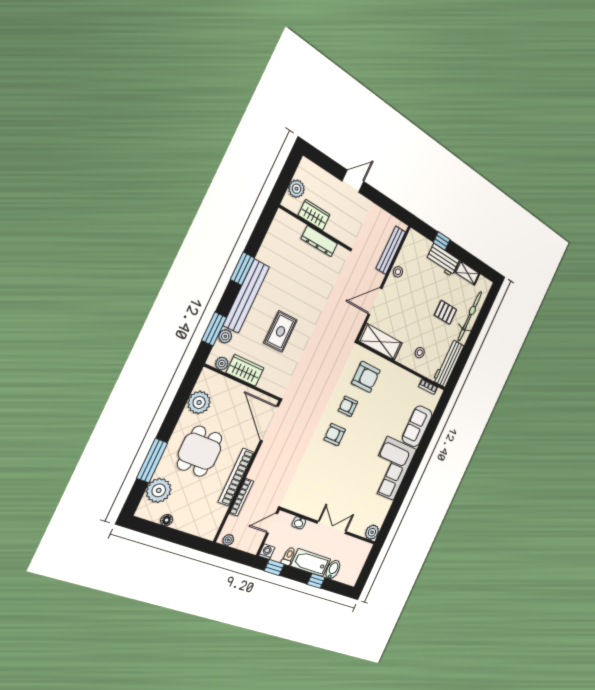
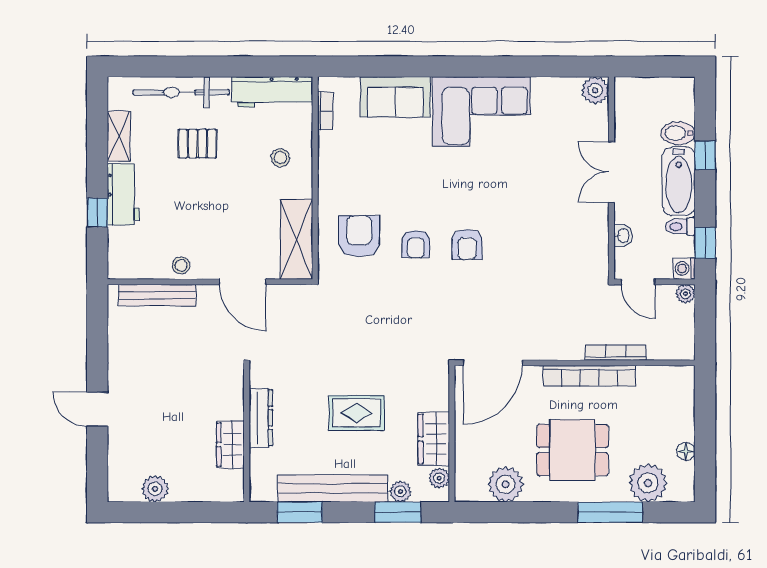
wardrobe: (314, 215) -> (230, 445), moved
wall: (315, 228) -> (247, 434), moved
dresser: (319, 241) -> (261, 418), moved
pallet: (446, 312) -> (198, 144), turned 90
plant: (228, 540) -> (685, 294), moved

